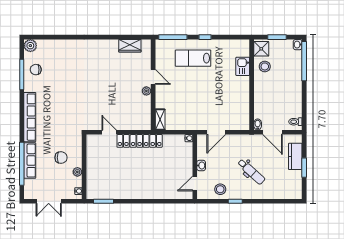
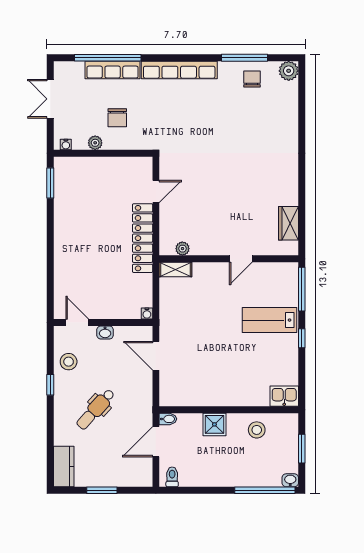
shower: (261, 49) -> (214, 424), moved
lab bench: (193, 58) -> (269, 320), turned -90
kitchen sink: (243, 66) -> (284, 396), moved
plant: (146, 91) -> (182, 249), moved
kitchen counter: (295, 156) -> (64, 466), moved, turned 90

